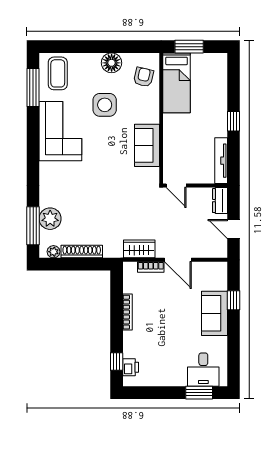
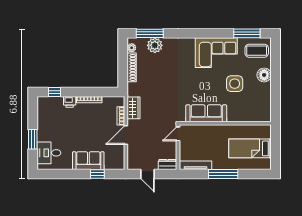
window: (189, 47) -> (275, 143), removed
floor lamp: (112, 63) -> (264, 75), moved
armchair: (144, 77) -> (254, 111), removed
bed: (177, 83) -> (250, 148), moved
window: (234, 121) -> (223, 174), width x2.17
sofa: (147, 145) -> (206, 113), width x1.36
door: (234, 229) -> (148, 174), swing flipped
printer: (131, 367) -> (70, 102), moved
window: (199, 393) -> (33, 139), moved

